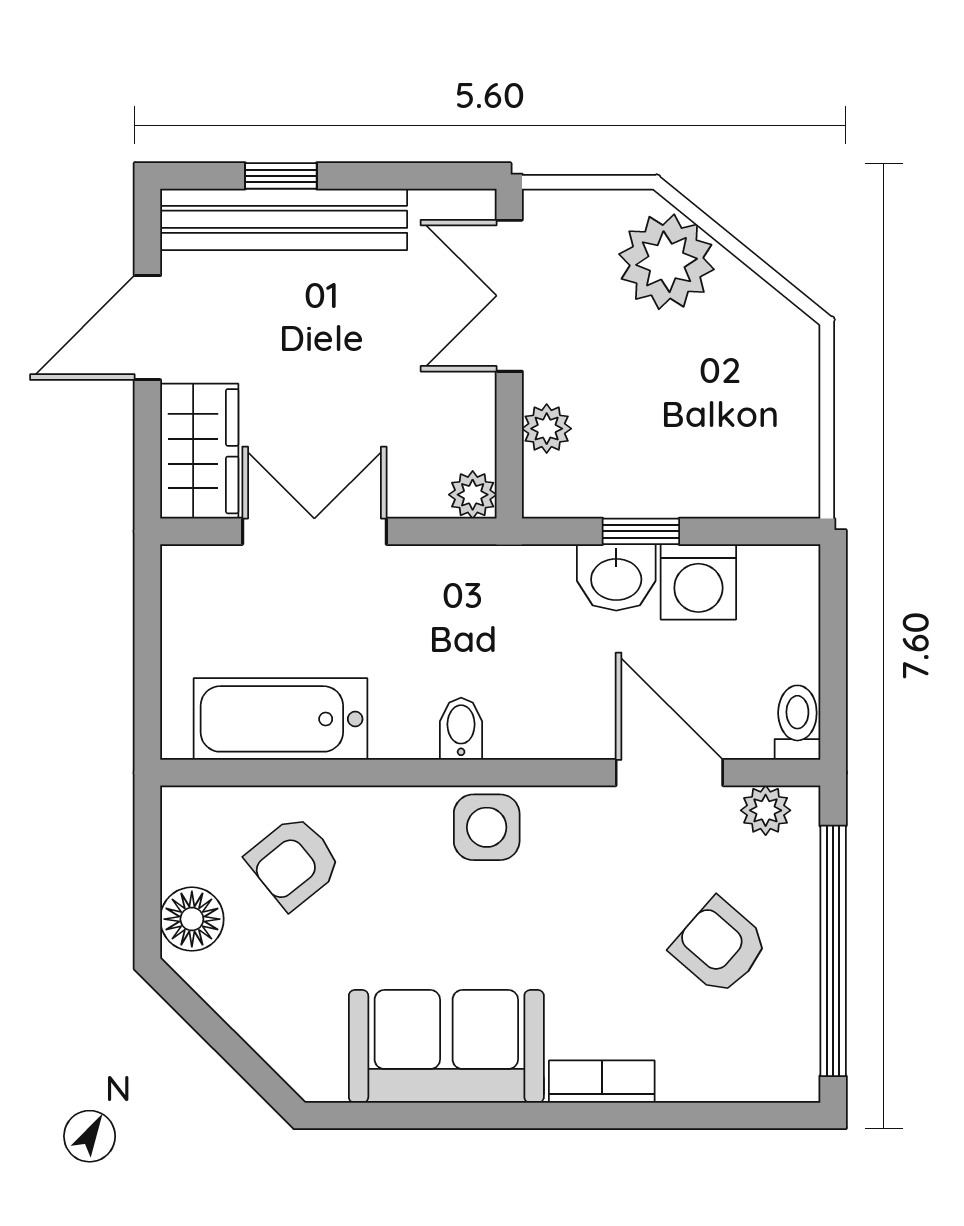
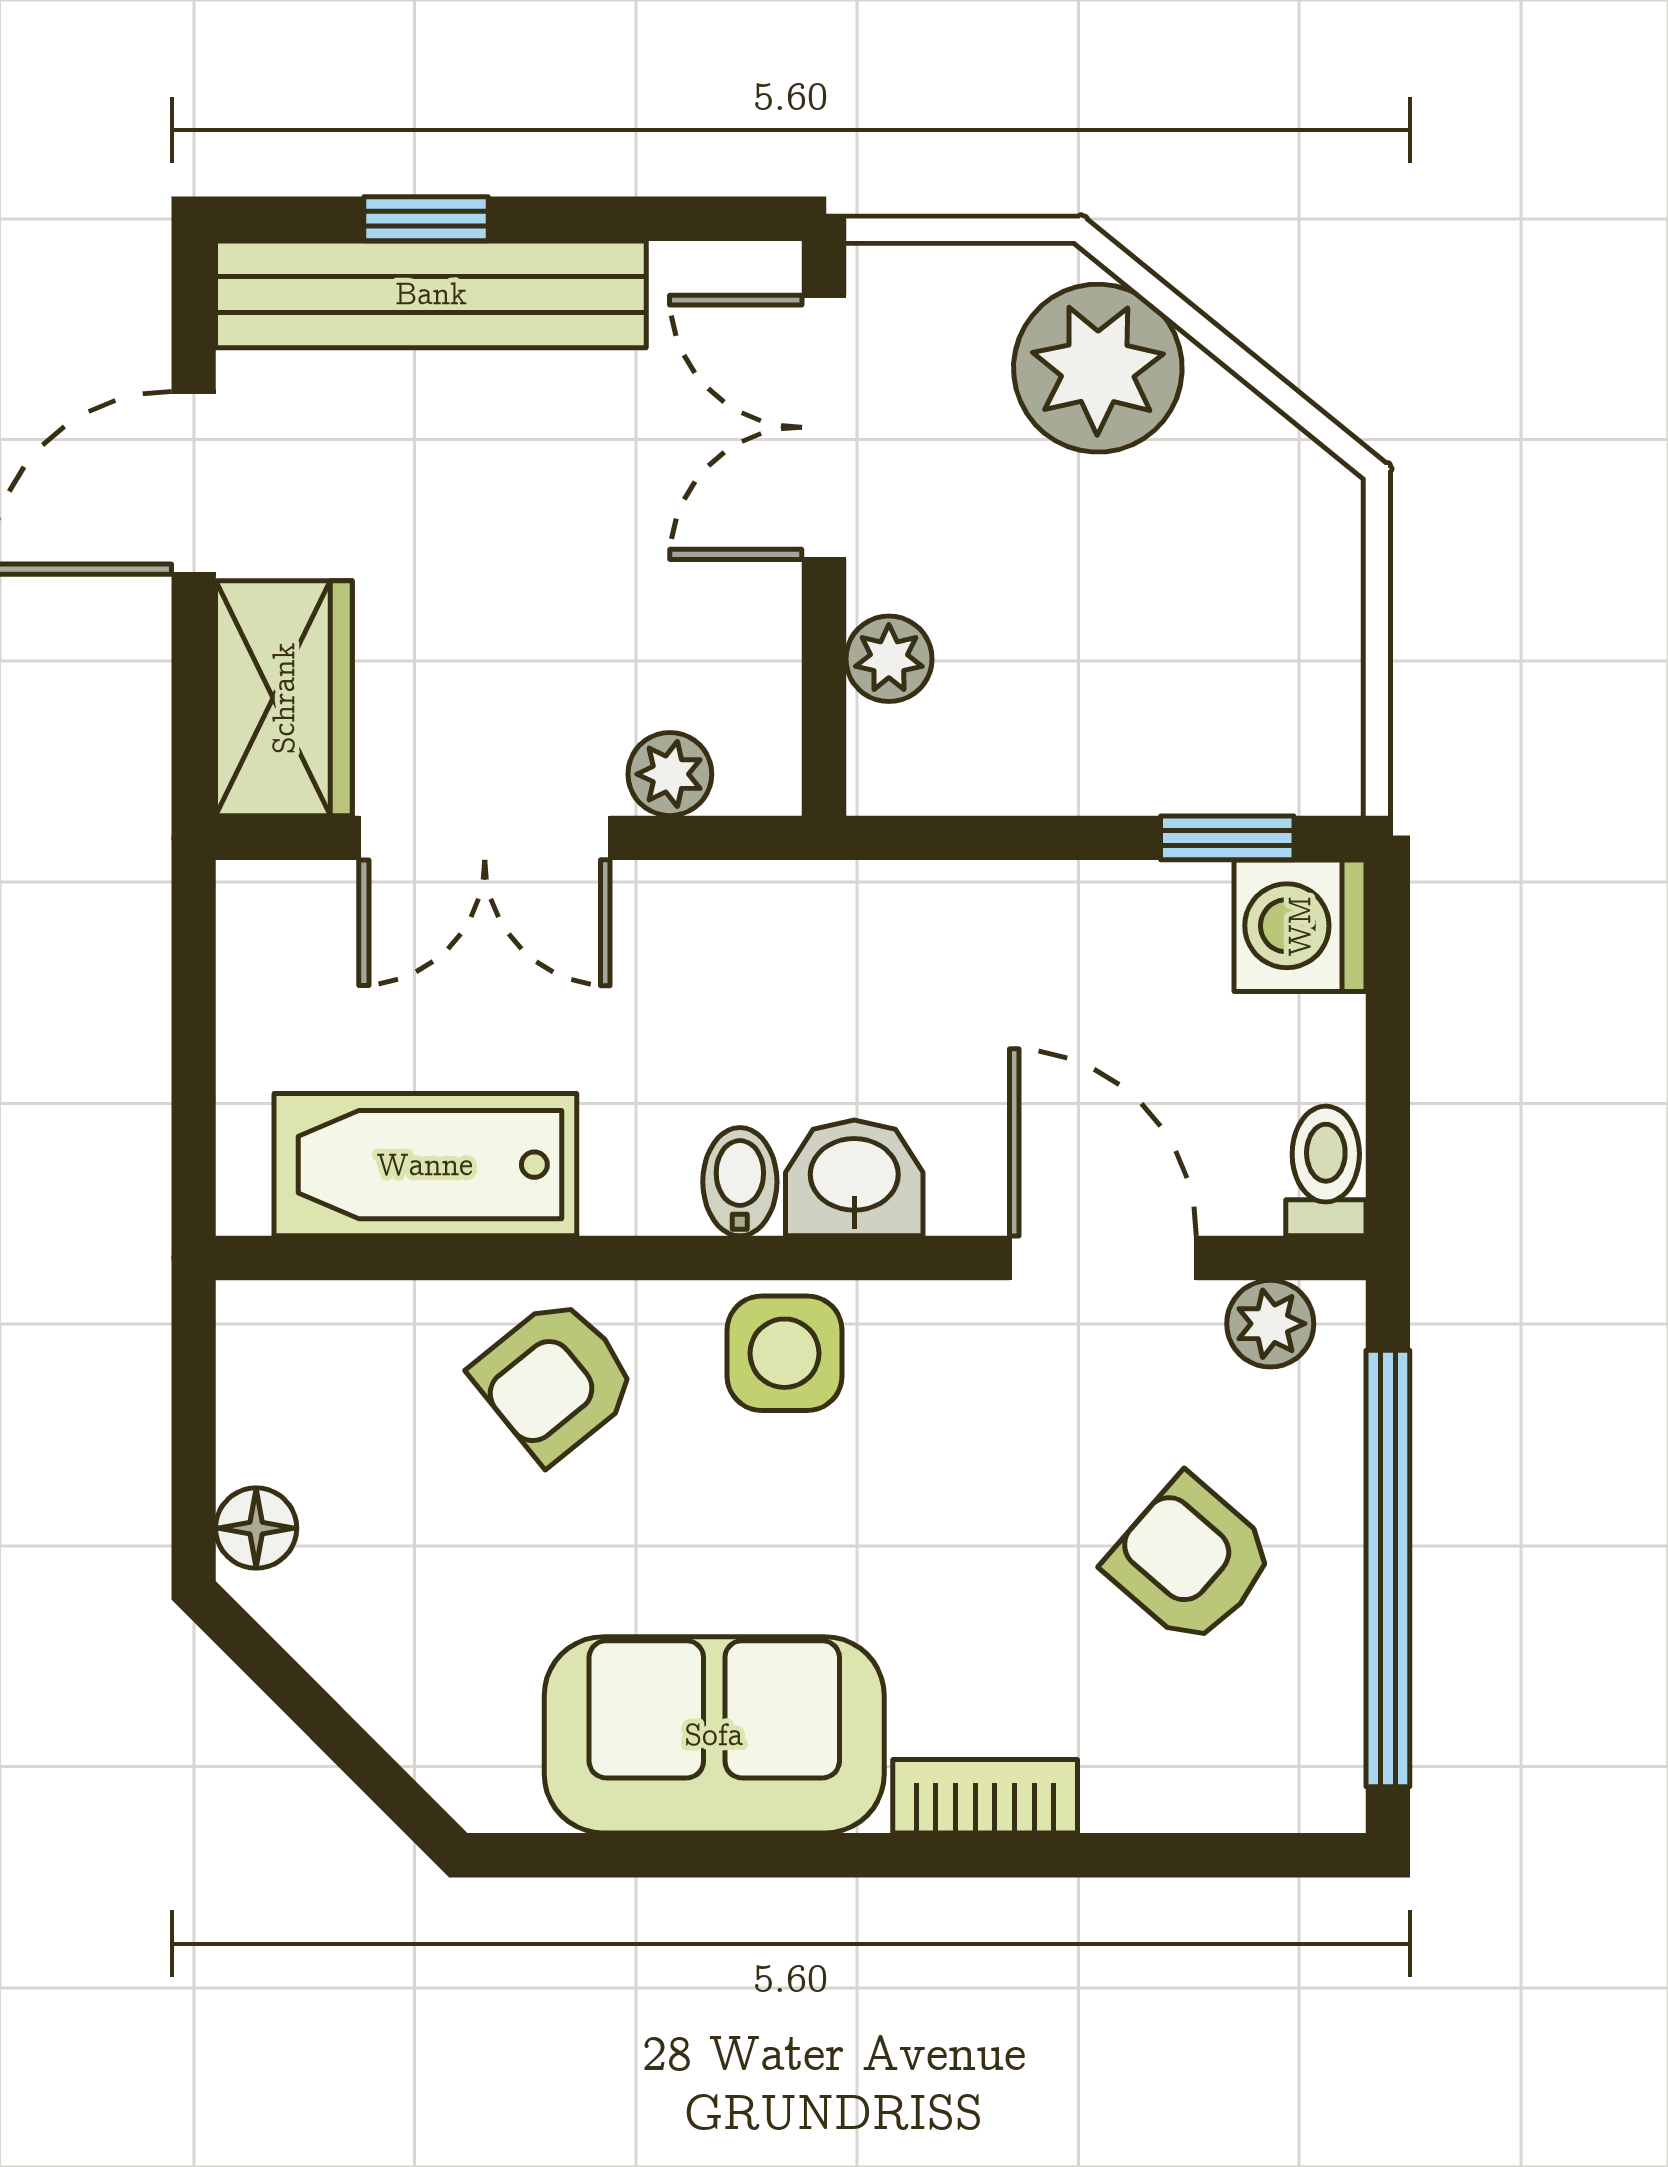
plant: (473, 495) -> (670, 774), moved
double door: (314, 531) -> (485, 838), swing flipped
window: (641, 531) -> (1227, 838), moved
washbasin: (616, 577) -> (854, 1178), moved, turned 180
washing machine: (698, 582) -> (1300, 926), moved, turned 90
armchair: (294, 862) -> (555, 1380), moved
floor lamp: (192, 919) -> (256, 1528), width x0.73, depth x0.73

